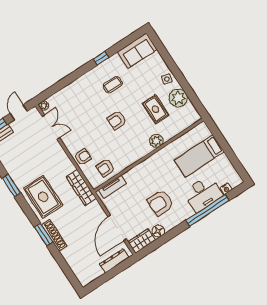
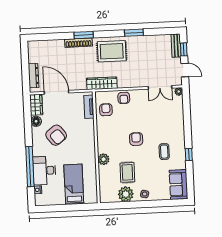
rug: (155, 109) -> (127, 172), turned 90
armchair: (160, 203) -> (56, 135), turned 143

